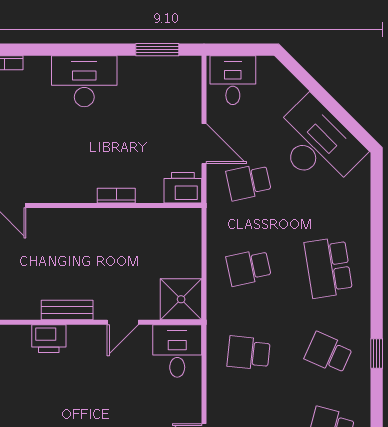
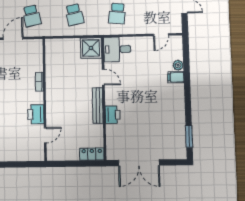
printer: (183, 188) -> (36, 114), moved
bench: (67, 310) -> (98, 106), width x1.36

